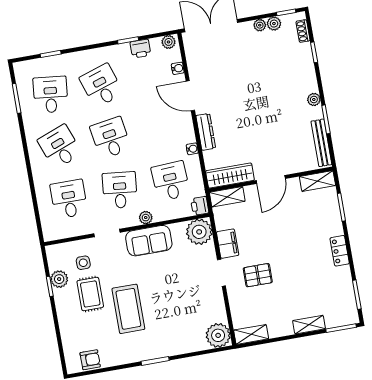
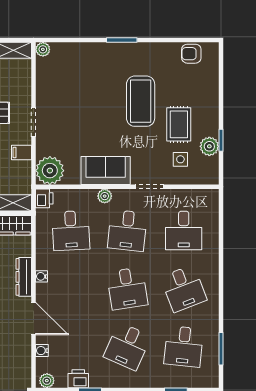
desk: (101, 86) -> (127, 346), turned 42
water cooler: (192, 149) -> (42, 276), moved
filing cabinet: (228, 244) -> (22, 152), width x0.50
plant: (218, 335) -> (43, 49), width x0.53, depth x0.53

